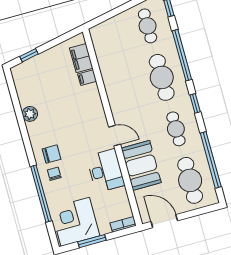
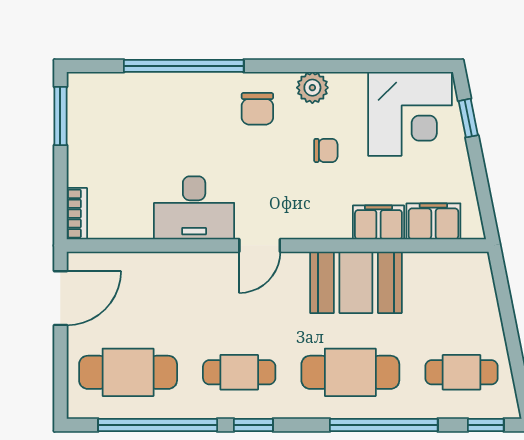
filing cabinet: (87, 78) -> (378, 222), width x2.00
window: (195, 103) -> (253, 425), moved
plant: (30, 114) -> (312, 88), moved
booth: (141, 165) -> (356, 282), moved
chair: (54, 174) -> (326, 150), moved
corner desk: (75, 222) -> (410, 114), moved, turned 90
window: (92, 241) -> (60, 116), moved

